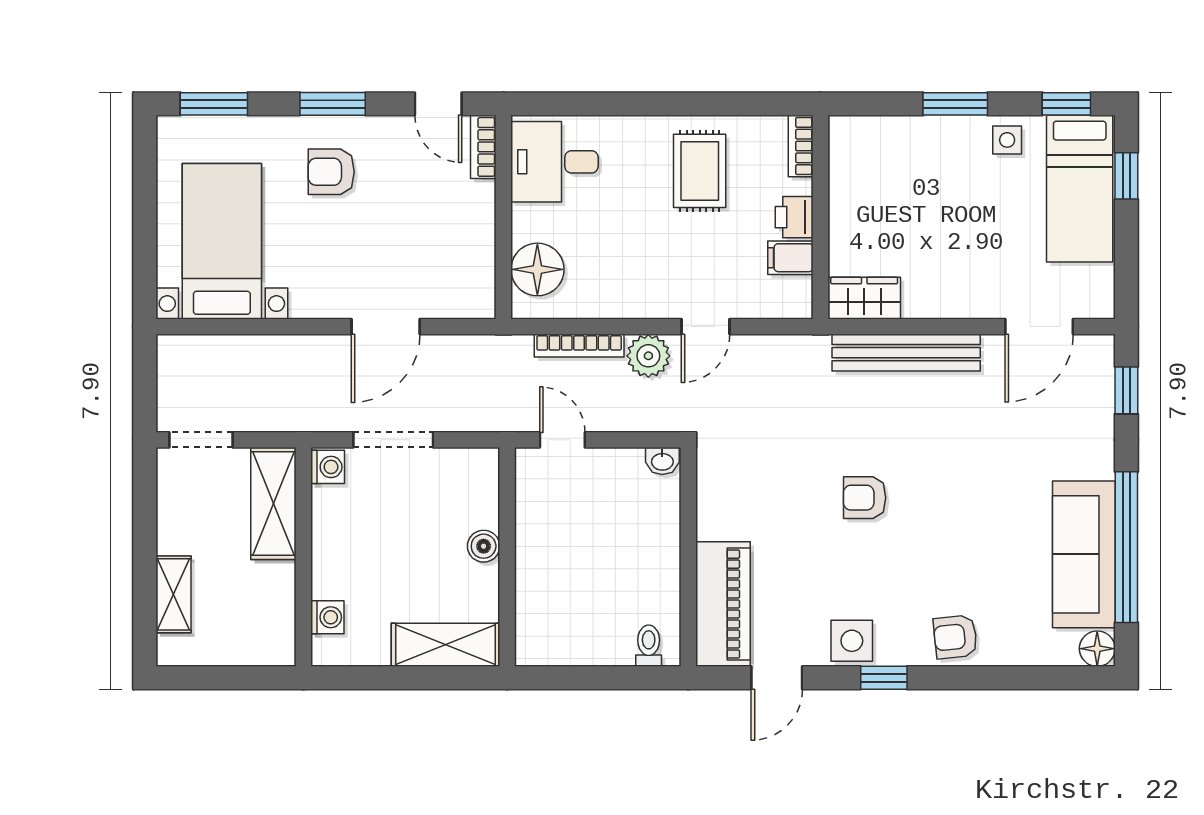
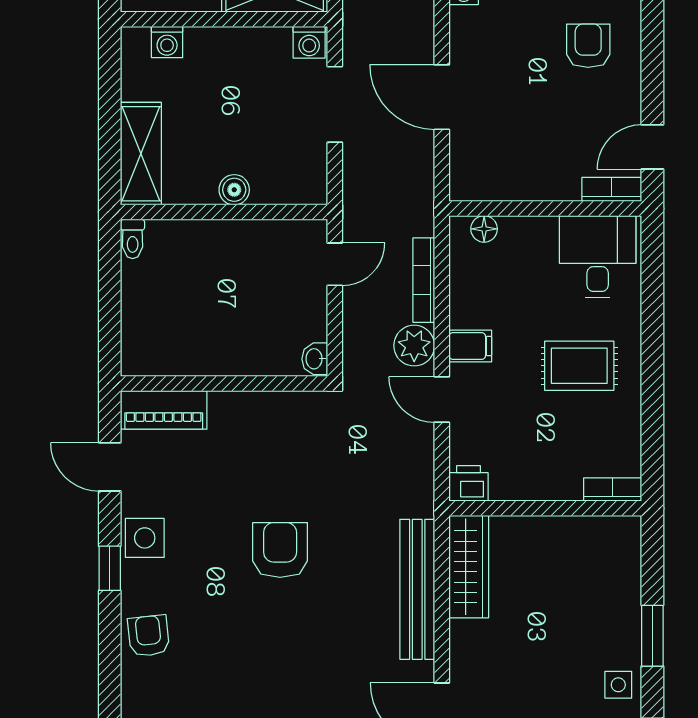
window: (333, 104) -> (652, 47), removed
rug: (700, 171) -> (579, 366), moved
printer: (794, 217) -> (469, 483), moved
filing cabinet: (790, 258) -> (470, 346), moved, turned 90
floor lamp: (537, 269) -> (484, 229), width x0.53, depth x0.53
wardrobe: (864, 298) -> (469, 567), width x1.50
armchair: (865, 498) -> (280, 550), width x1.38, depth x1.38
piano: (723, 604) -> (164, 410), width x0.73, depth x0.75
toilet: (649, 646) -> (133, 239), moved, turned 90

